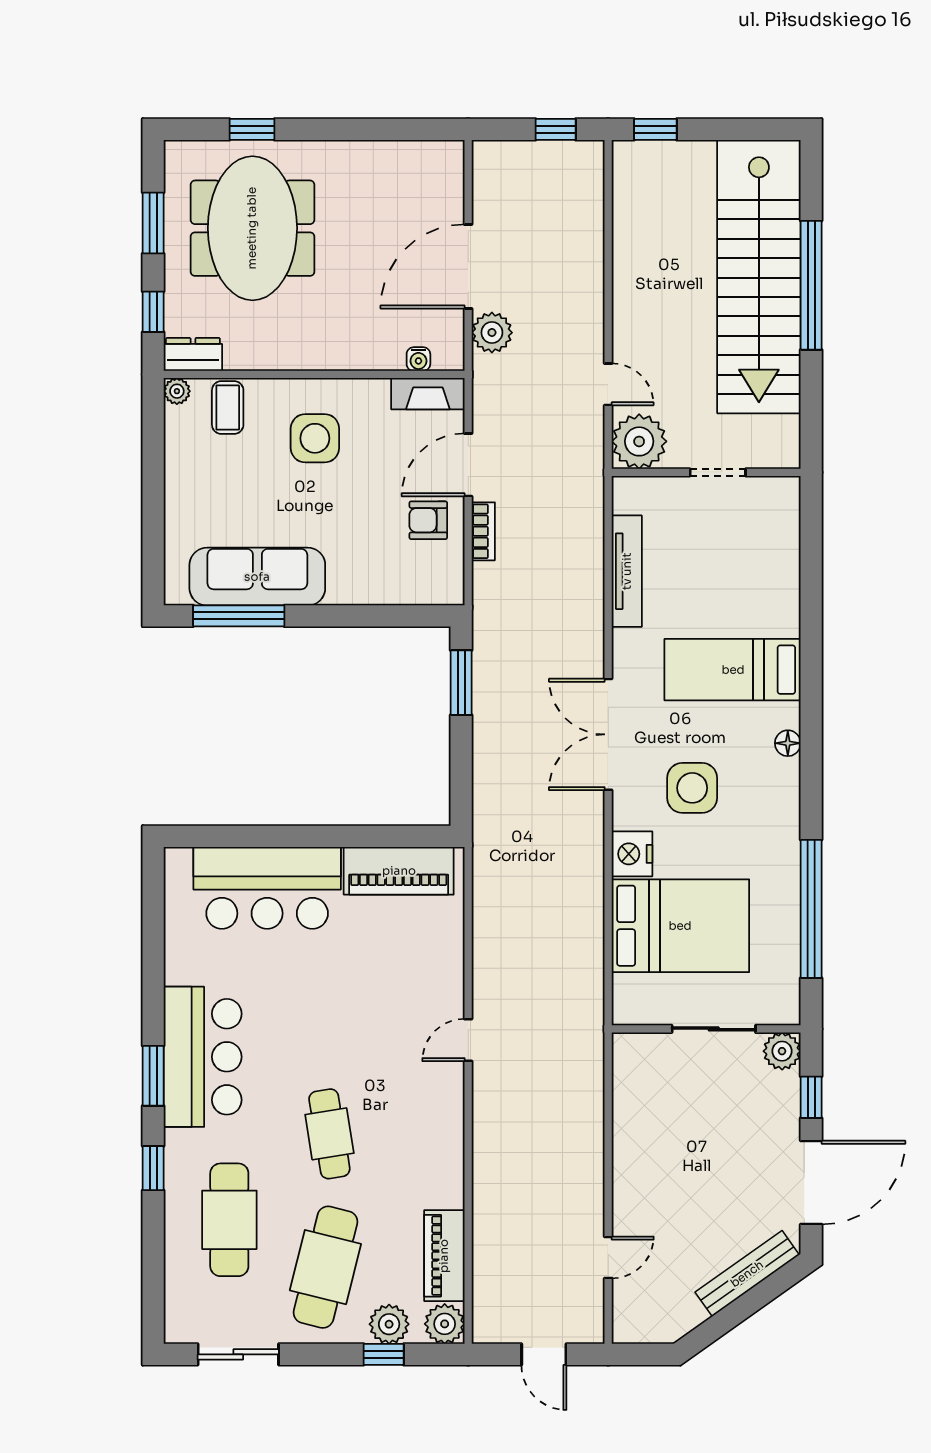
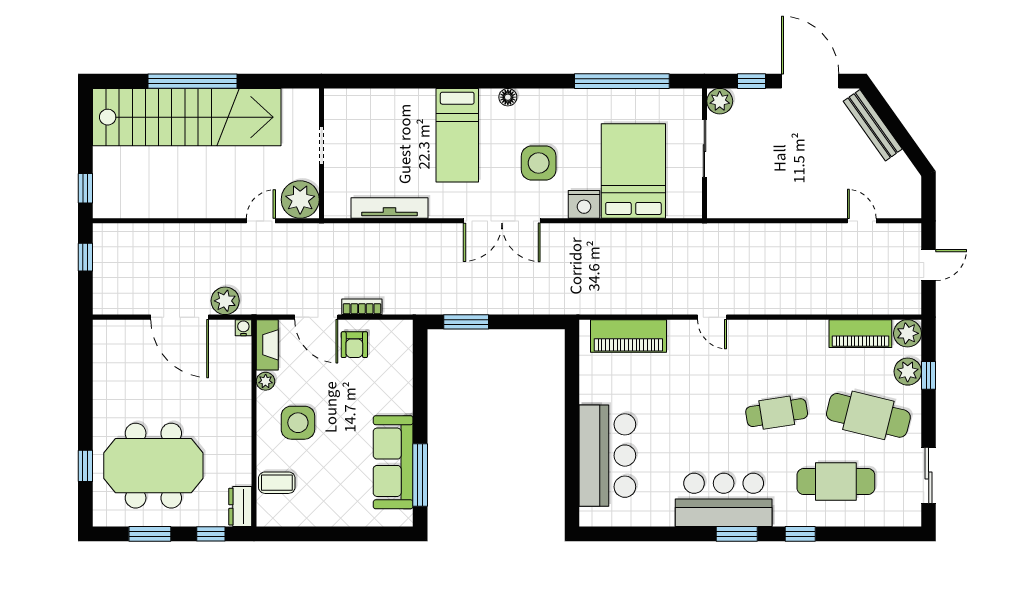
water cooler: (418, 359) -> (243, 328), moved, turned -90
plant: (177, 391) -> (266, 381), moved
piano: (399, 871) -> (628, 336), moved, turned 90

